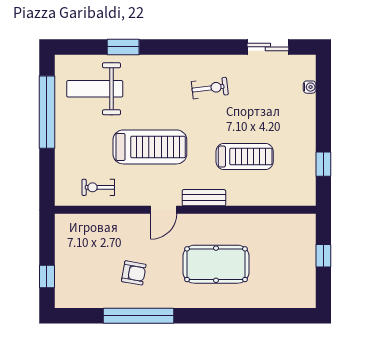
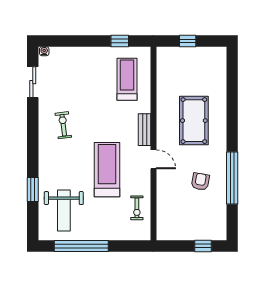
water cooler: (310, 87) -> (44, 51), moved
treadmill: (245, 157) -> (127, 79), moved

